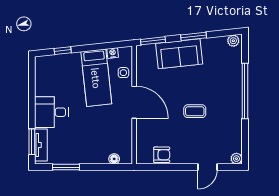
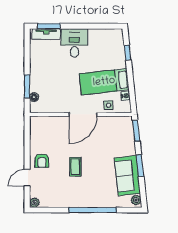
sofa: (179, 54) -> (127, 176), moved
armchair: (162, 155) -> (42, 161), moved
window: (66, 167) -> (27, 86), moved
door: (207, 167) -> (27, 178), hinge flipped

